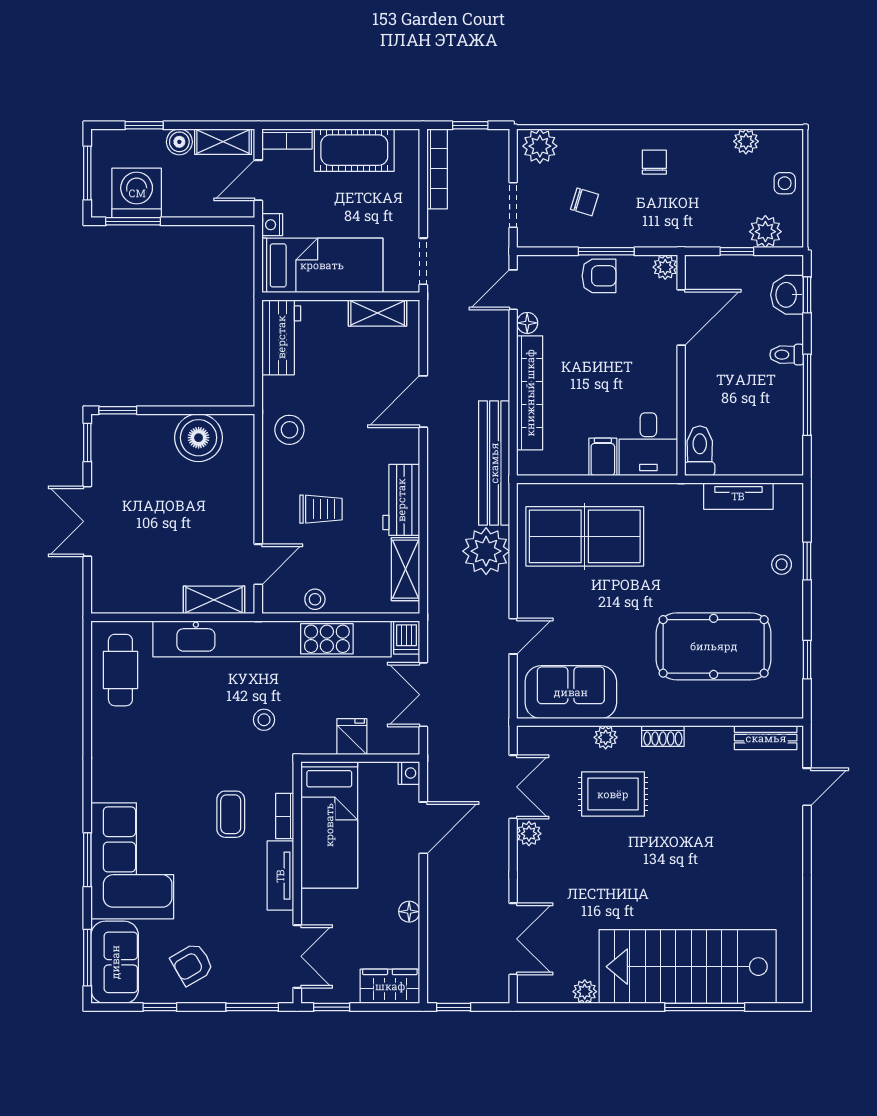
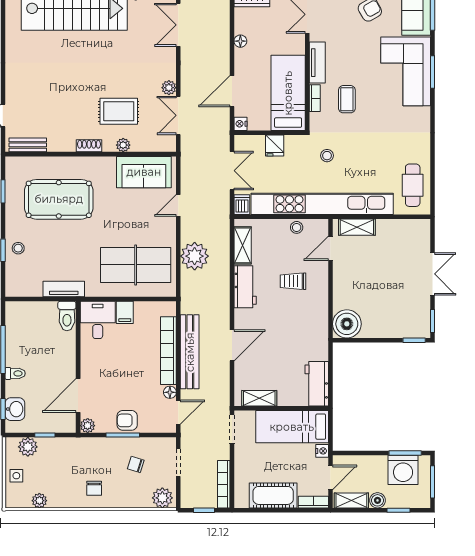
stool: (289, 430) -> (312, 329), removed
boiler: (199, 438) -> (347, 324), moved
bench: (494, 463) -> (190, 352), moved
tv unit: (738, 496) -> (64, 289), moved

